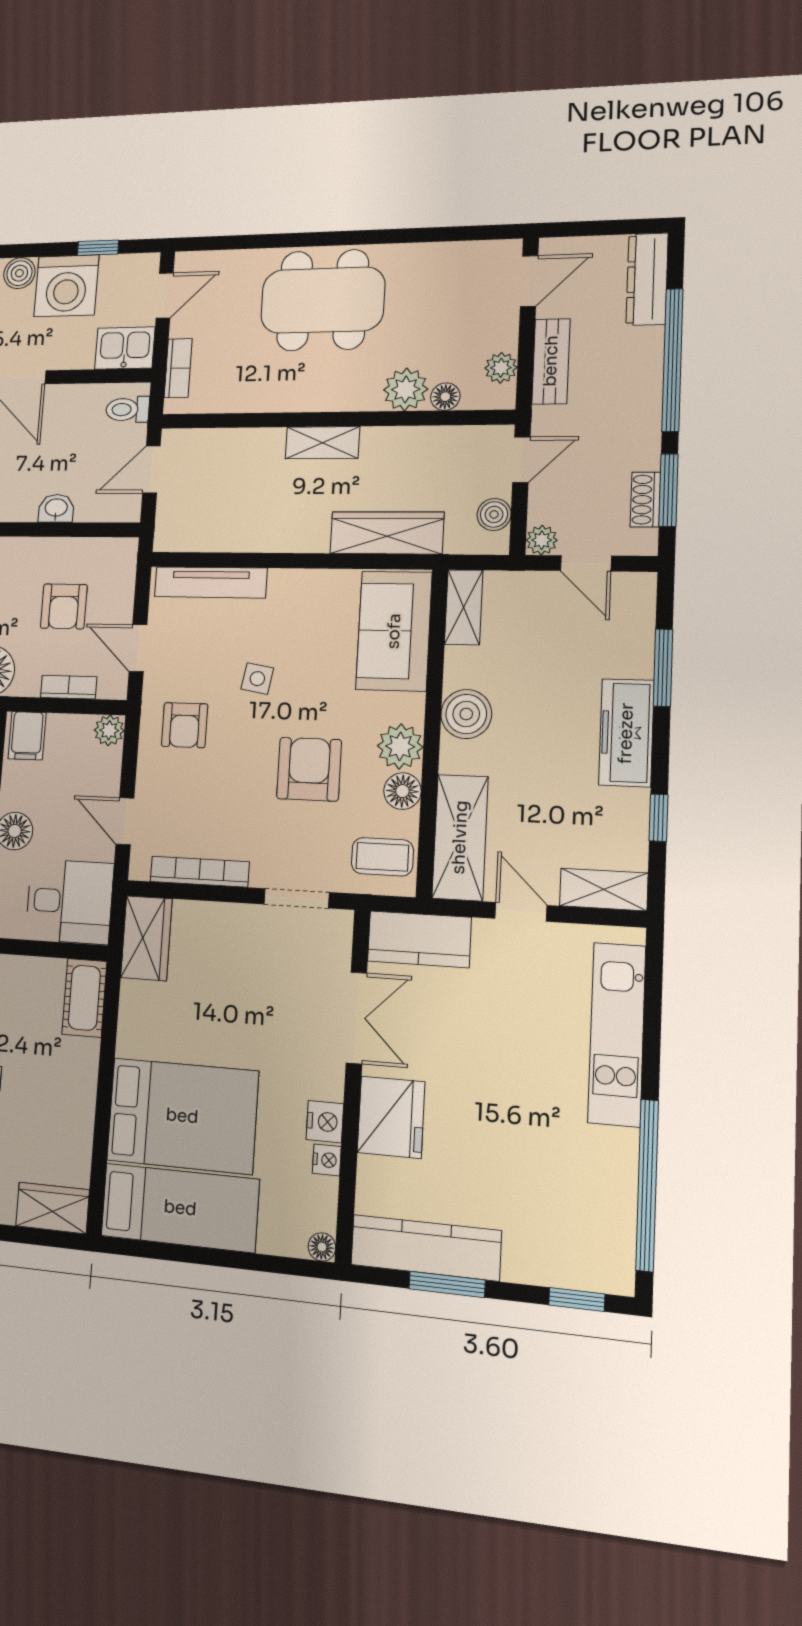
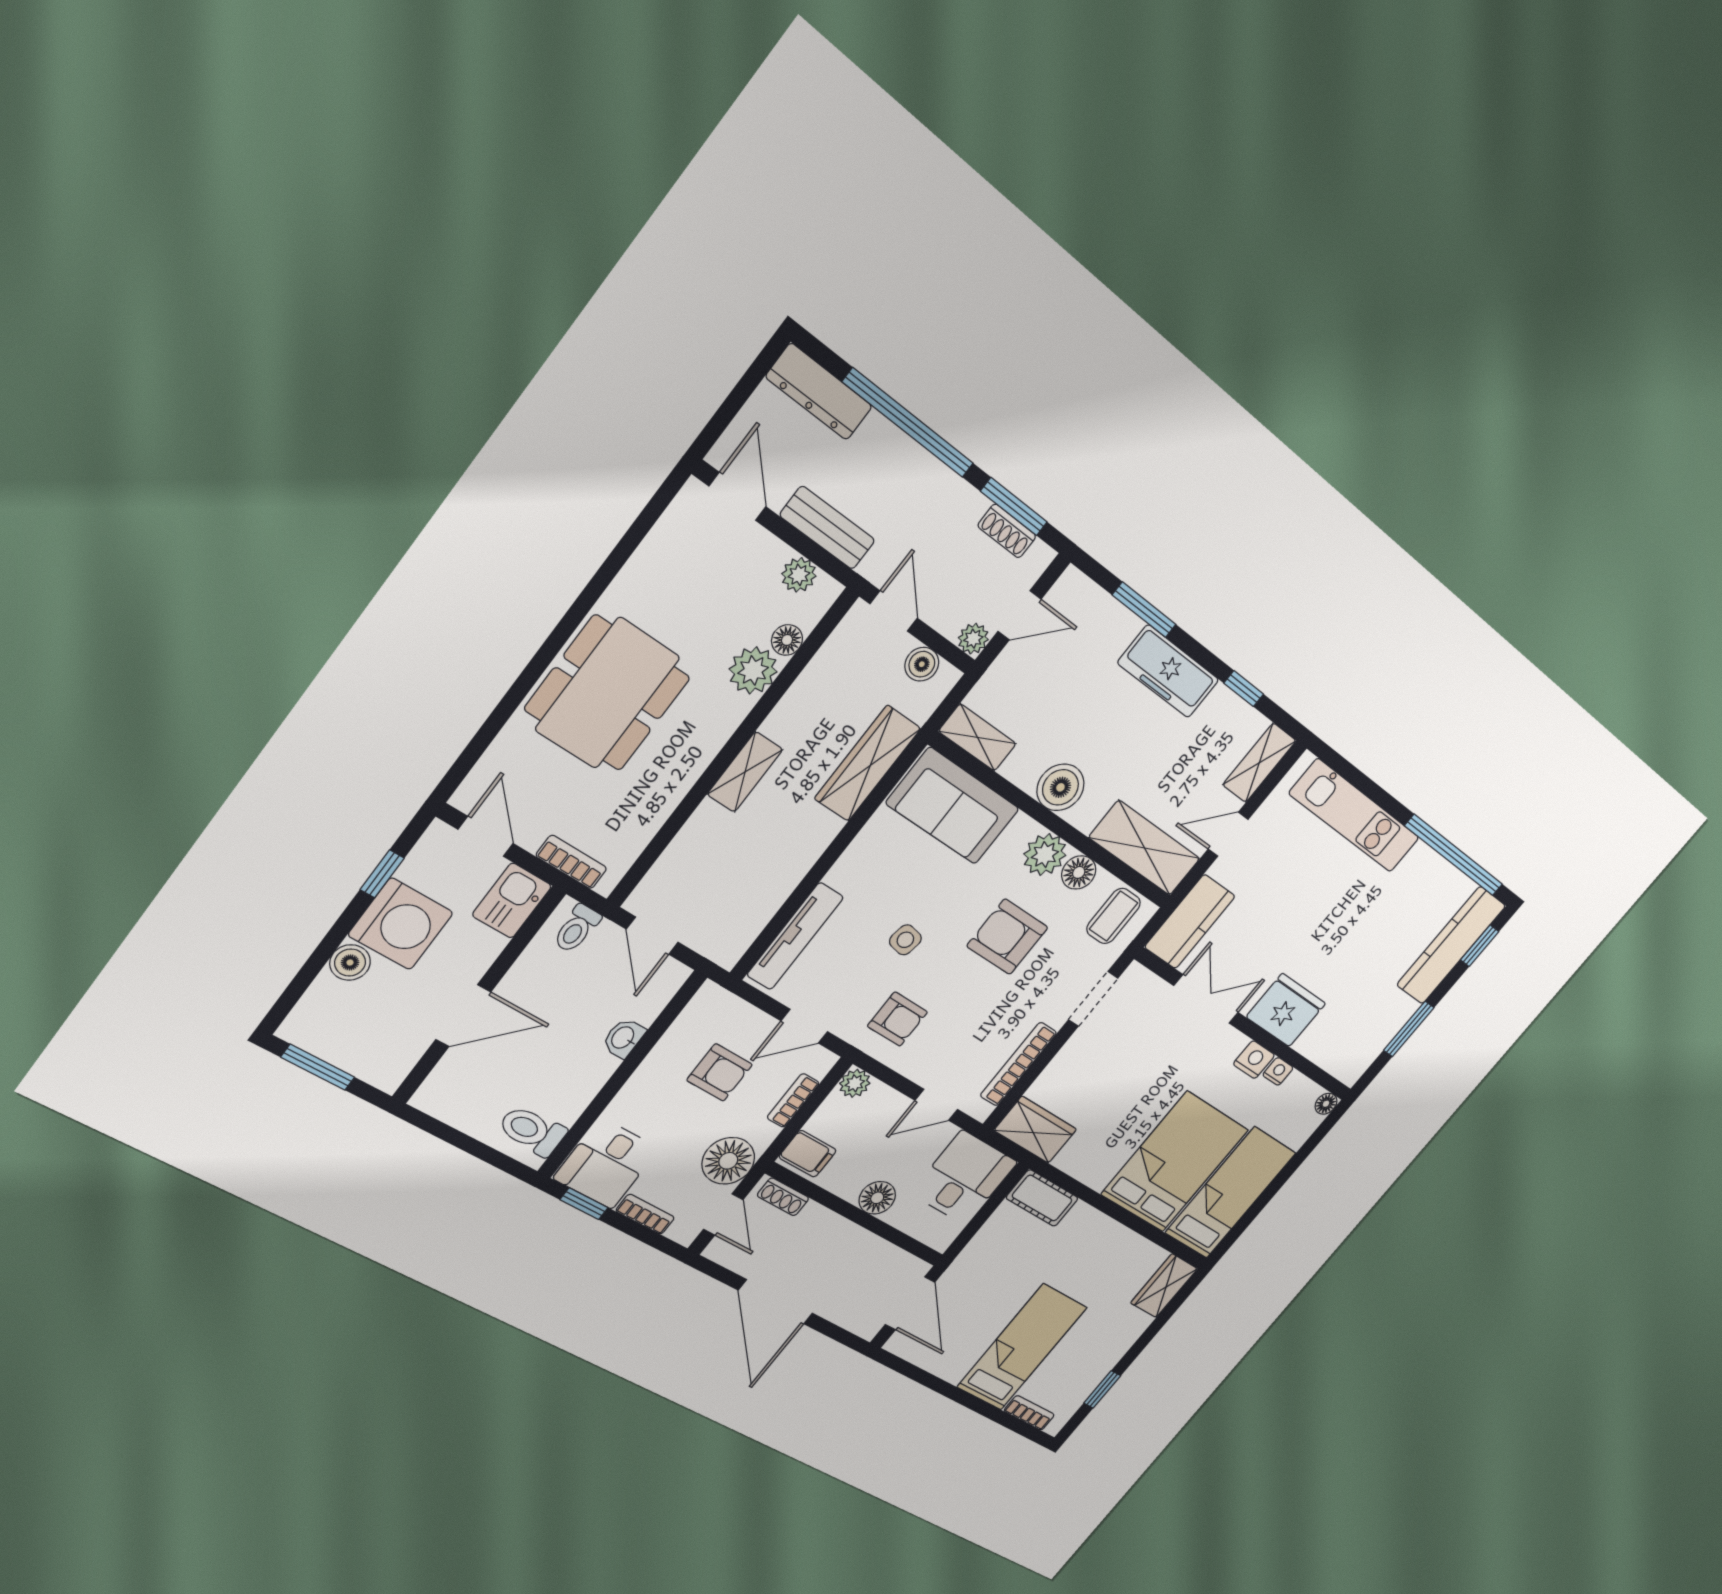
kitchen counter: (426, 1248) -> (1451, 945), moved

